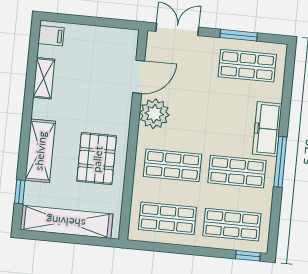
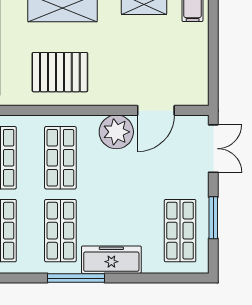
door: (139, 77) -> (156, 110), hinge flipped

